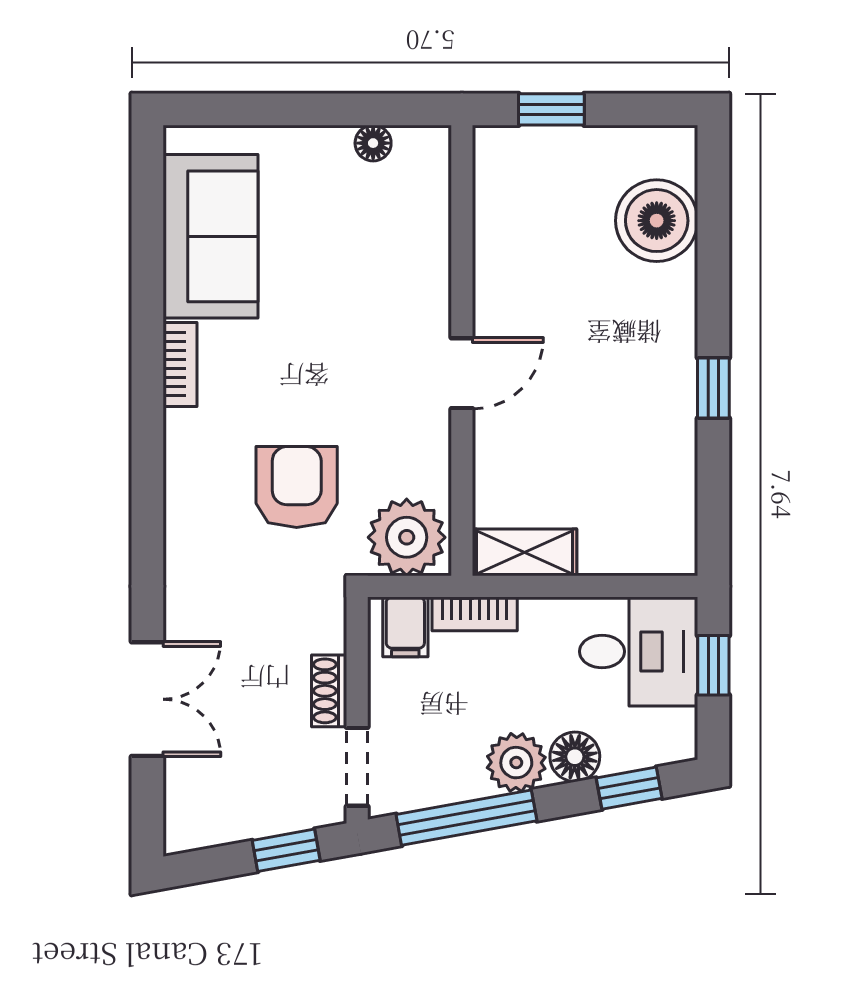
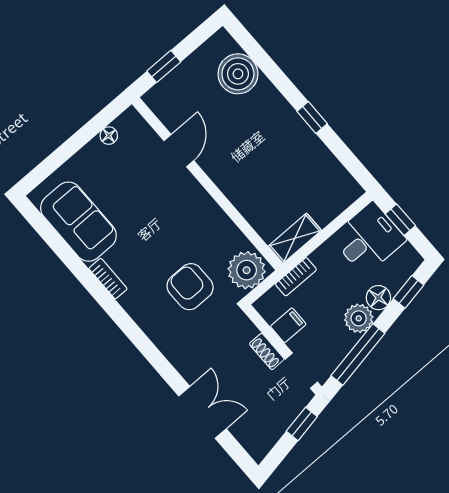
door: (462, 373) -> (179, 151), moved
filing cabinet: (405, 627) -> (288, 325), moved, turned -90

